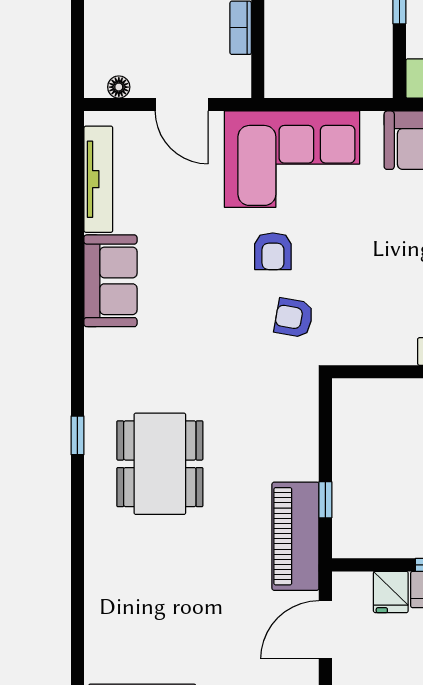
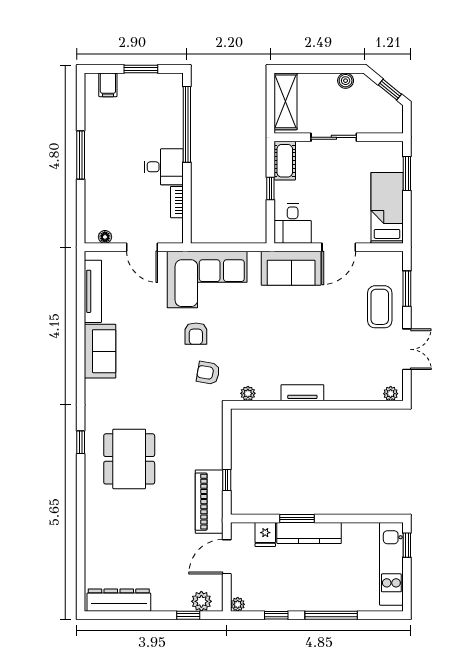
plant: (361, 353) -> (248, 393), added

